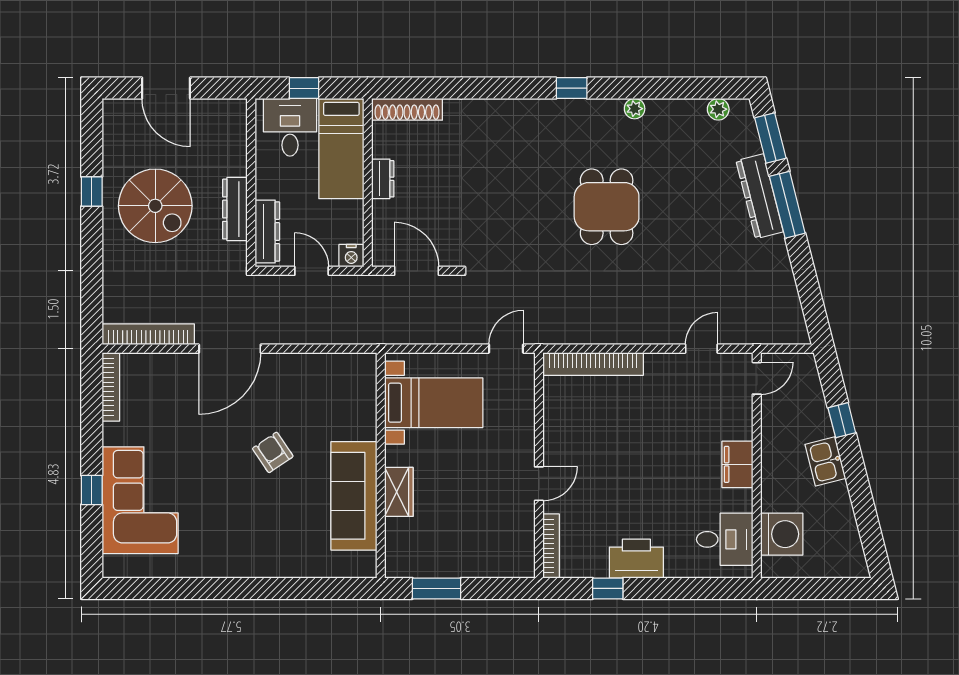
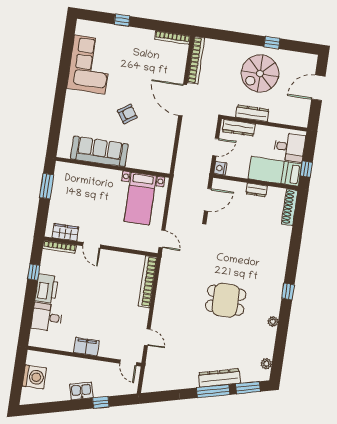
window: (304, 88) -> (306, 169), moved
wardrobe: (399, 492) -> (65, 232), moved, turned 180
corner sofa: (140, 500) -> (90, 64), moved, turned -90
washing machine: (782, 534) -> (34, 377), moved, turned -90
desk: (725, 539) -> (47, 317), moved, turned 90

